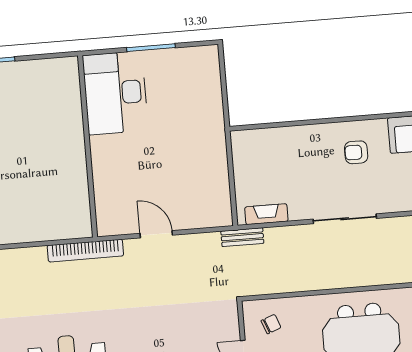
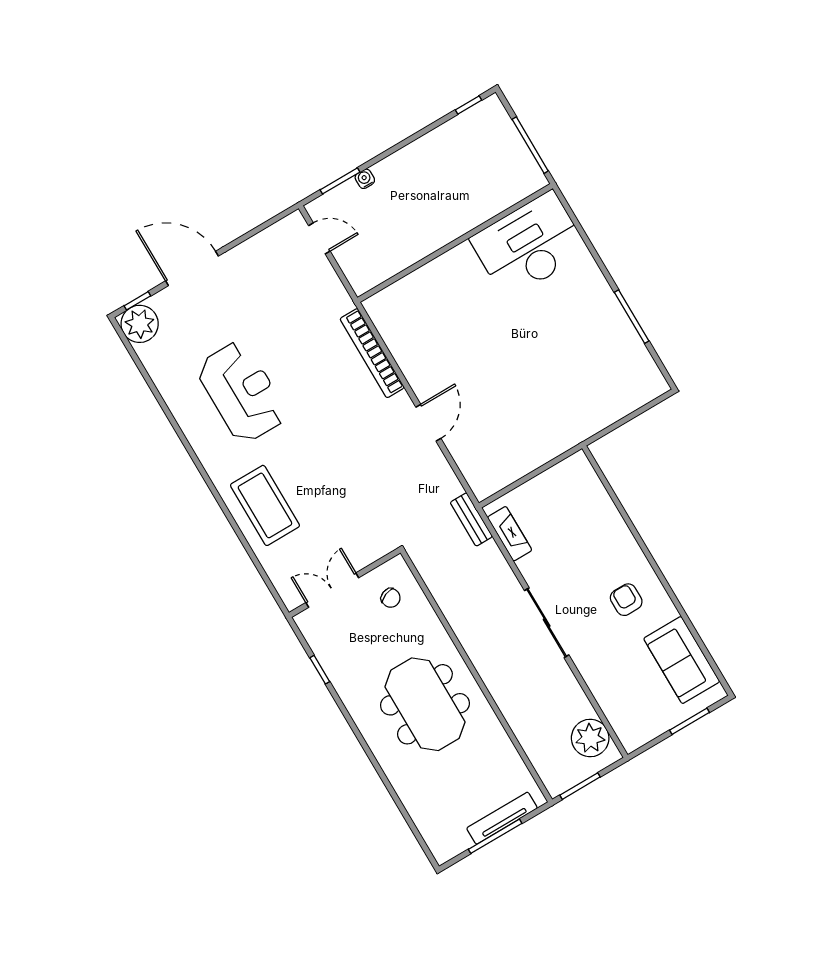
desk: (115, 93) -> (529, 245), moved
wall: (88, 146) -> (455, 243), moved

